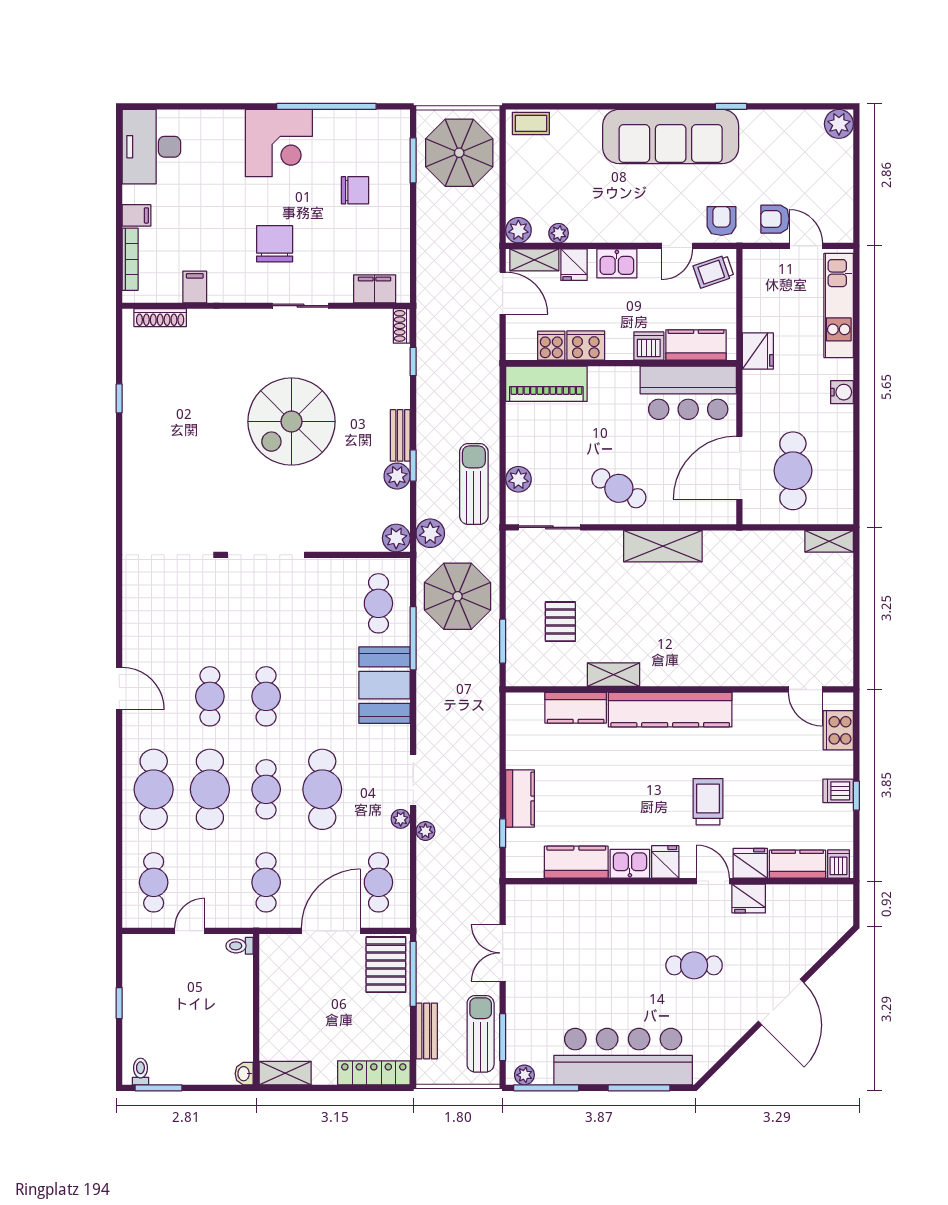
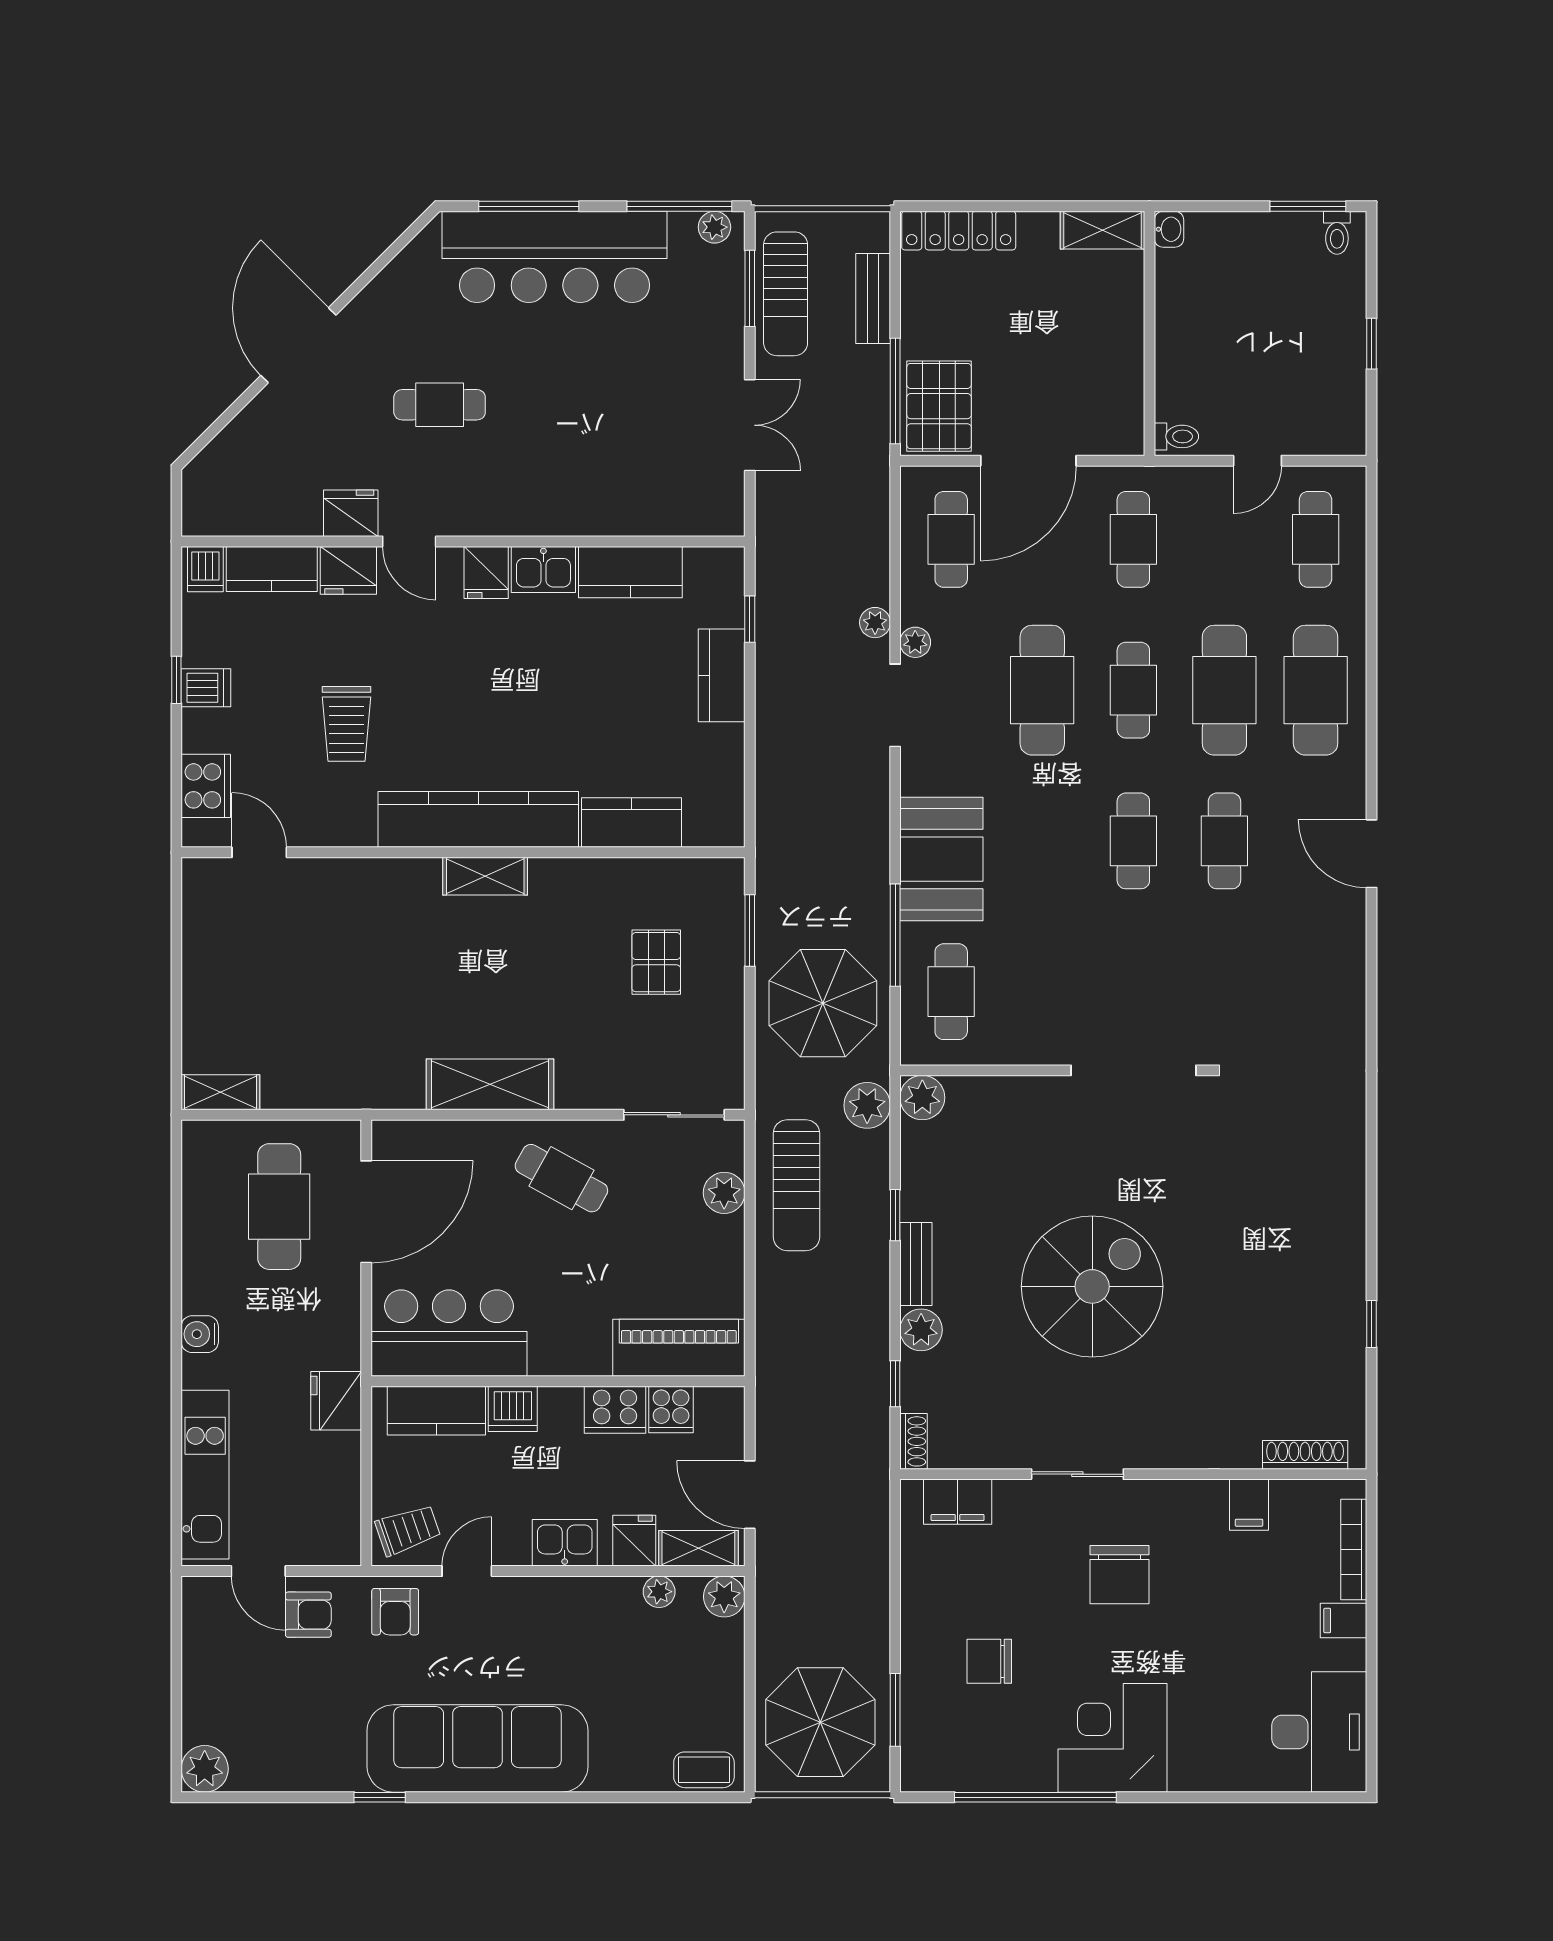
plant: (397, 476) -> (921, 1330), moved
shelving: (613, 675) -> (485, 876), moved
trolley: (708, 802) -> (346, 724), moved

